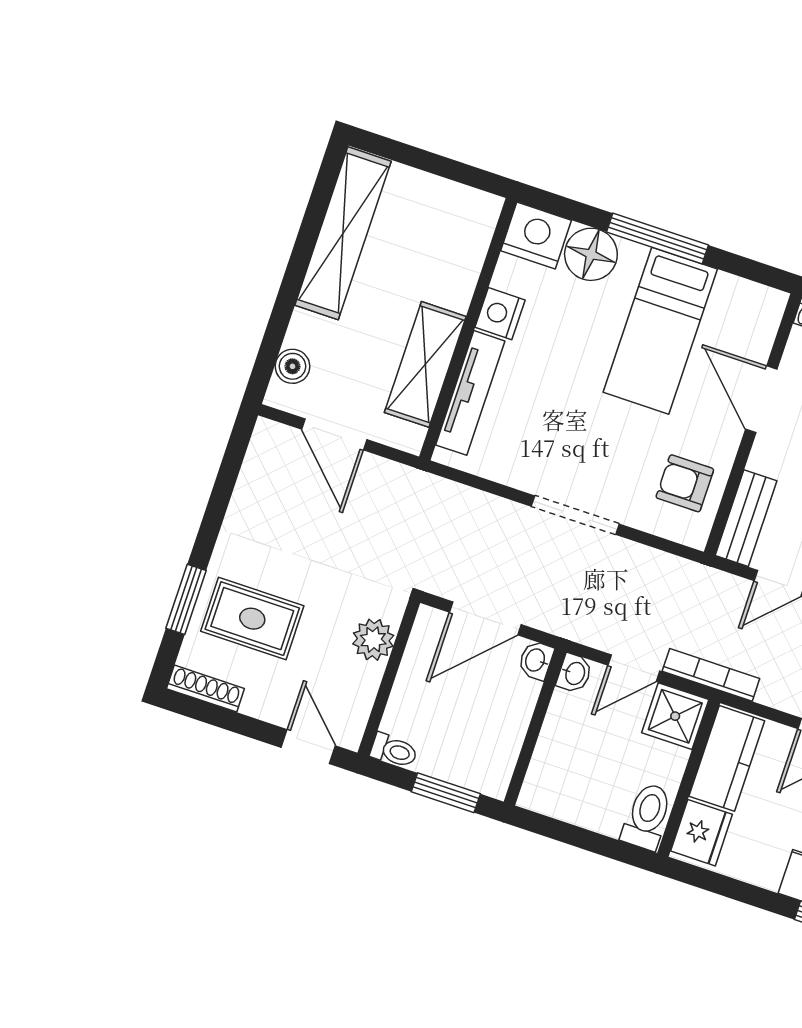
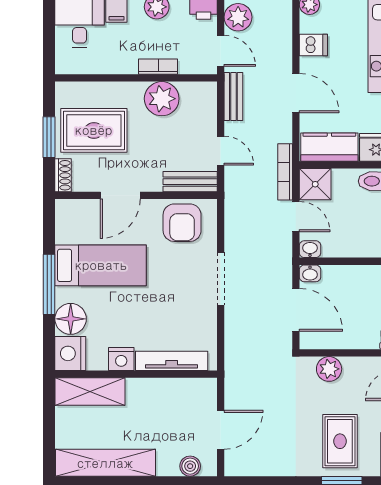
shelving: (425, 364) -> (90, 392), moved
armchair: (685, 483) -> (182, 223), width x1.38, depth x1.38

